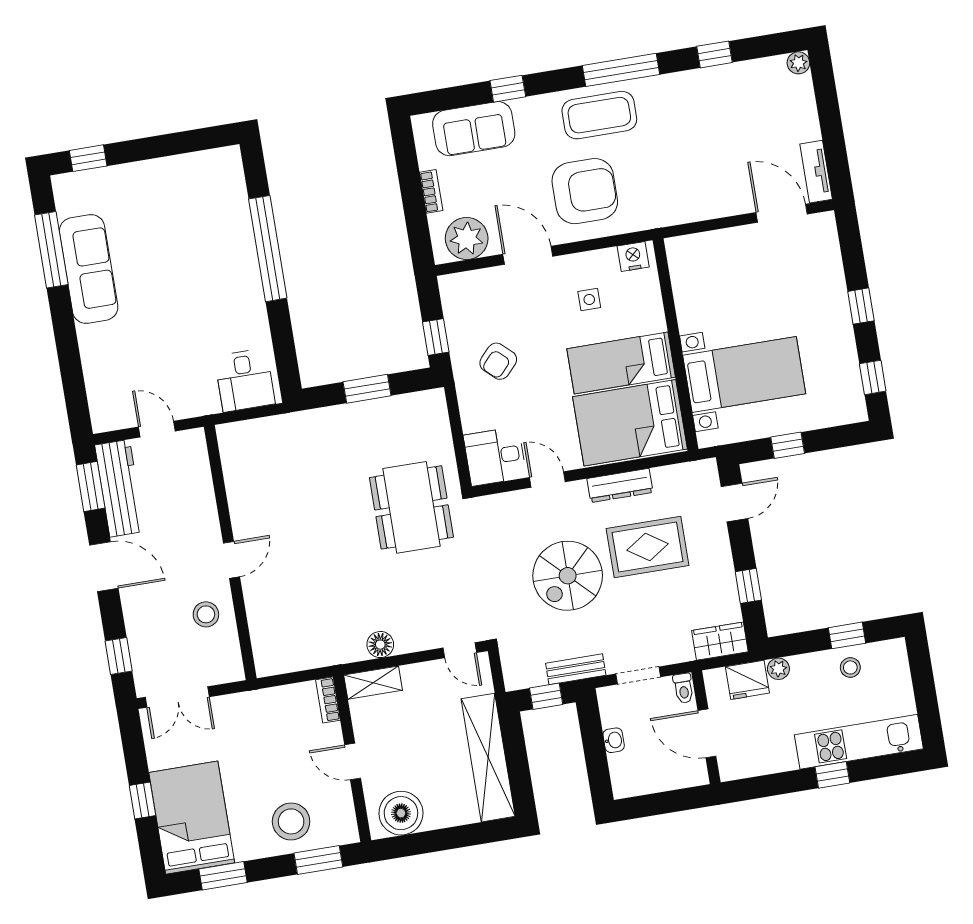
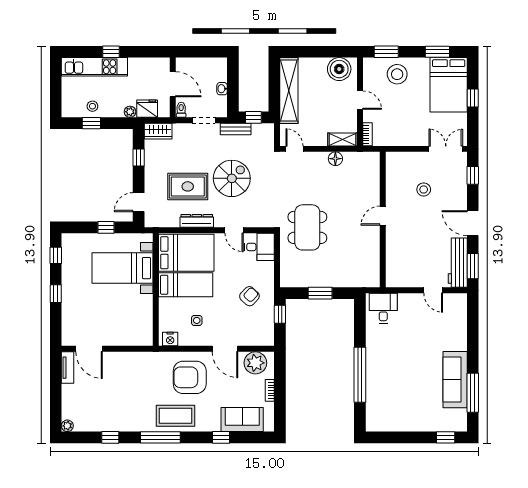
wall: (230, 553) -> (383, 220), moved
door: (232, 560) -> (383, 216), moved

